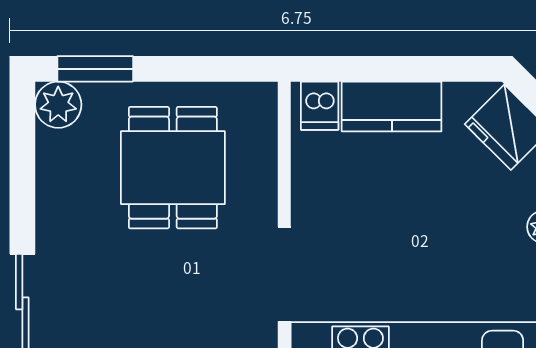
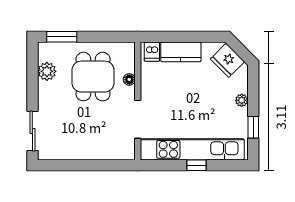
plant: (58, 105) -> (47, 71), moved
floor lamp: (263, 175) -> (129, 79), added

